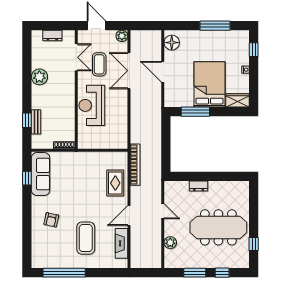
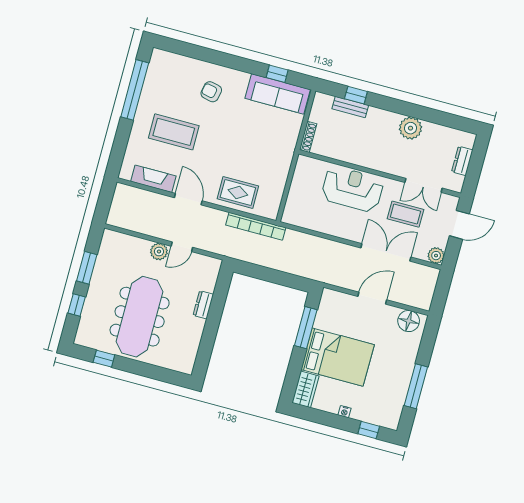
plant: (170, 243) -> (159, 252), moved

